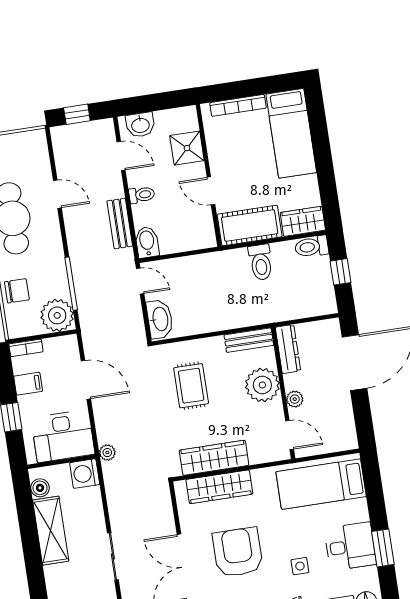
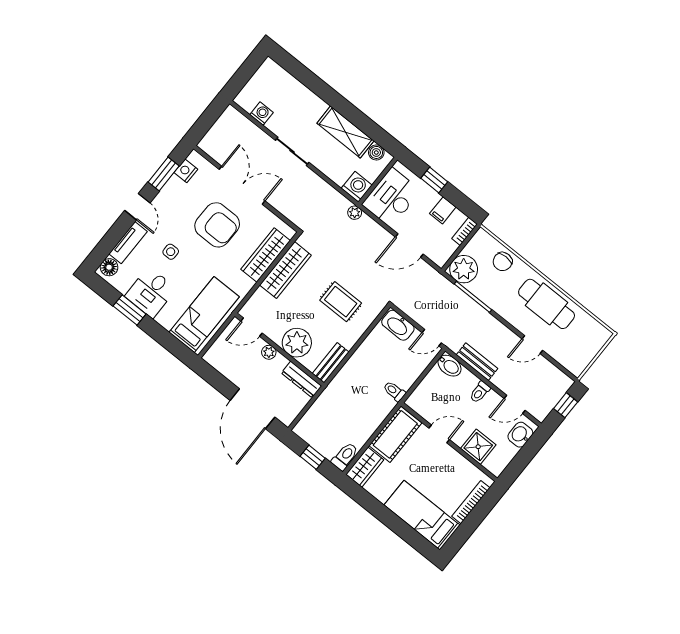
toilet: (261, 262) -> (394, 391), moved, width x0.73, depth x0.72

